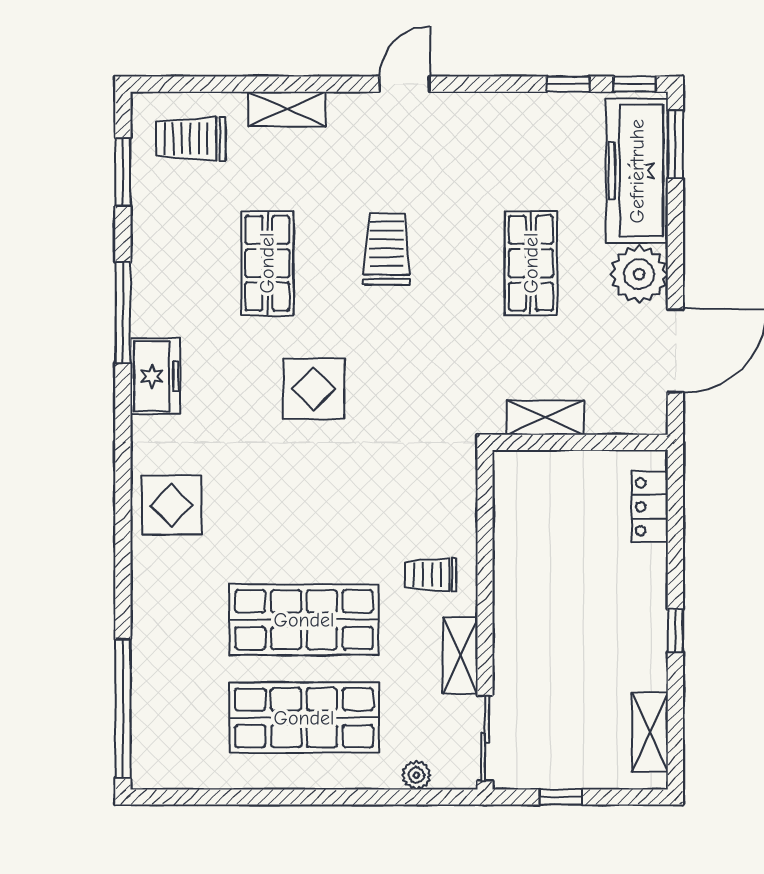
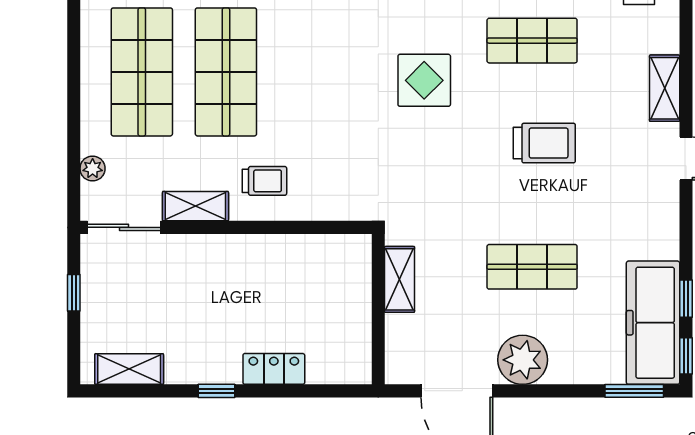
shelving: (287, 109) -> (665, 88), moved
freezer: (637, 171) -> (653, 323), moved, turned -90
locker: (650, 507) -> (274, 369), moved
trolley: (431, 575) -> (265, 181), turned 90

